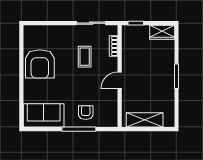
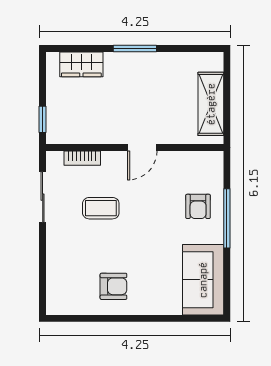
wardrobe: (162, 32) -> (81, 64), moved, turned 90
armchair: (40, 64) -> (113, 286), width x0.53, depth x0.53
door: (120, 80) -> (142, 148), hinge flipped
armchair: (86, 113) -> (198, 206), turned -90

